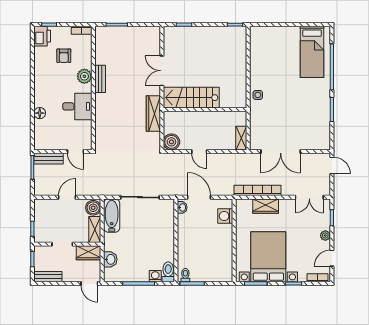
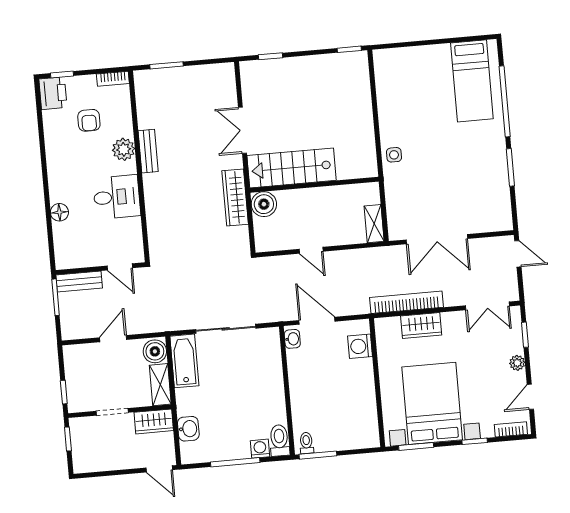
boiler: (171, 142) -> (264, 204), moved
bench: (48, 277) -> (94, 464), removed

